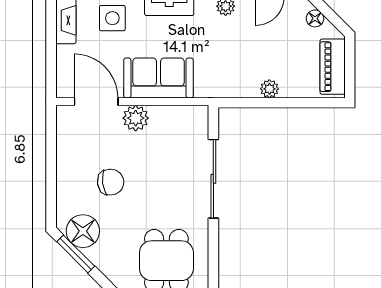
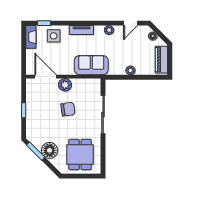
sofa: (159, 78) -> (91, 65), moved
window: (51, 170) -> (24, 110), added
chair: (111, 182) -> (68, 109), moved
floor lamp: (83, 231) -> (50, 150), moved

